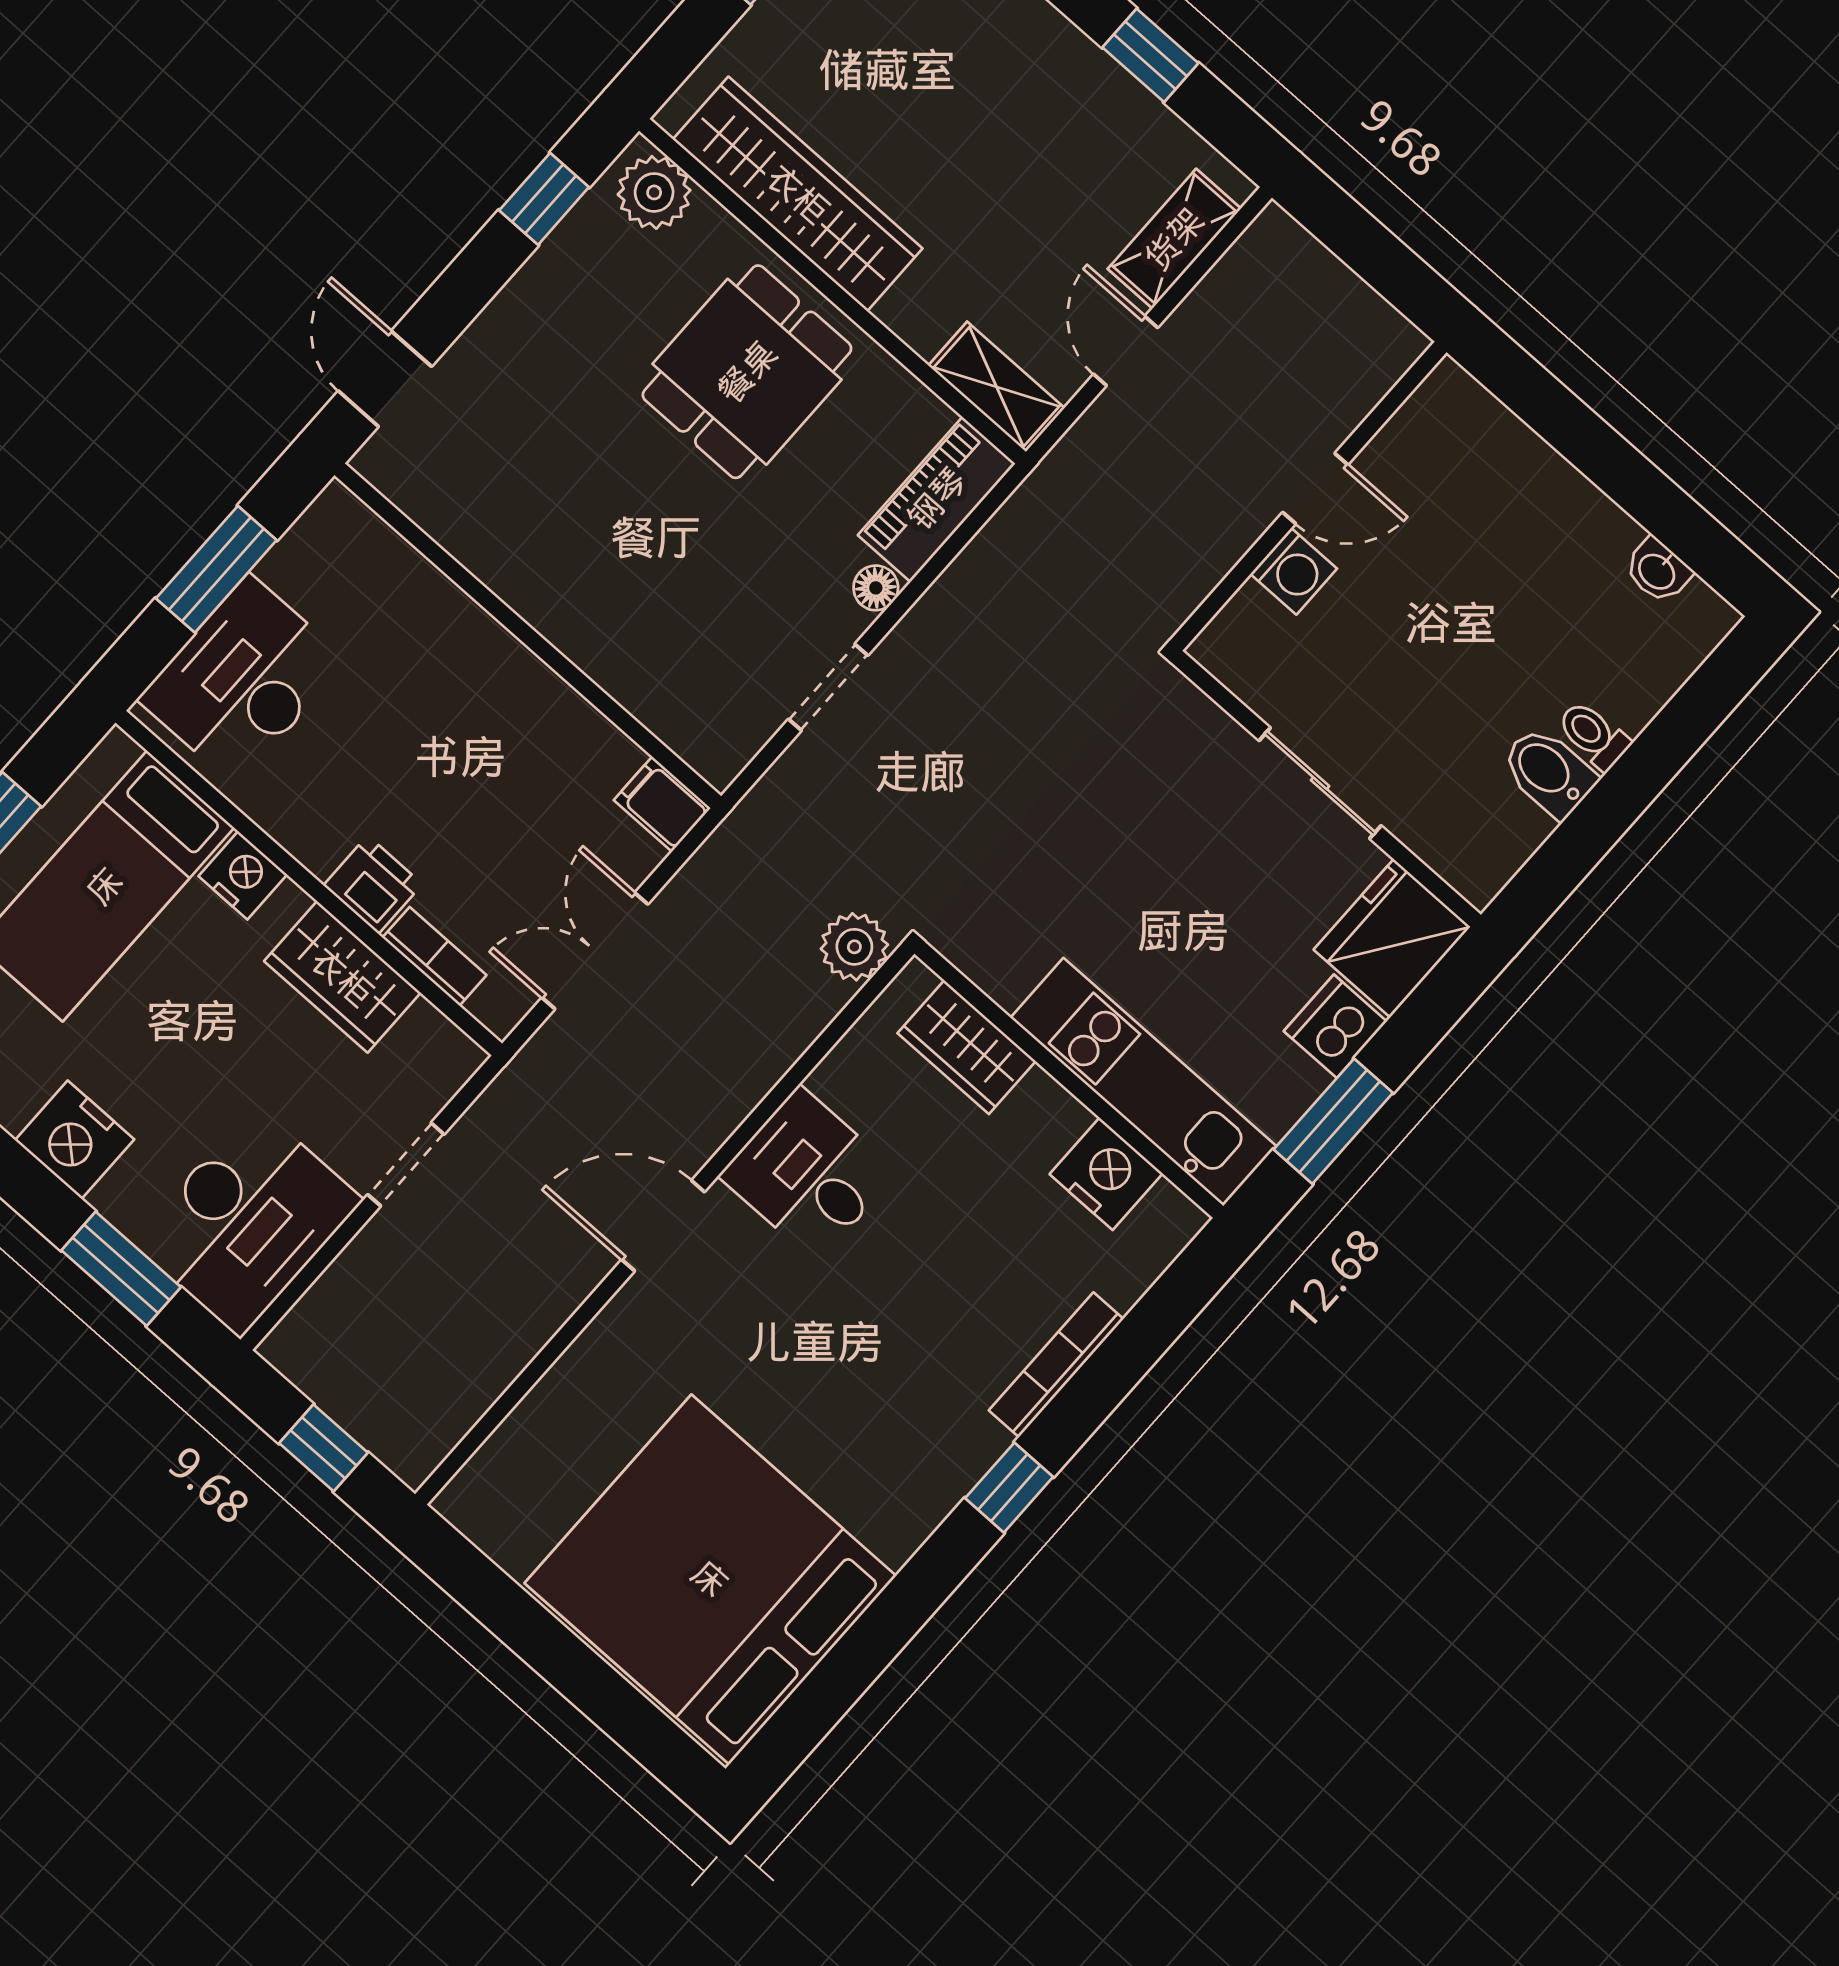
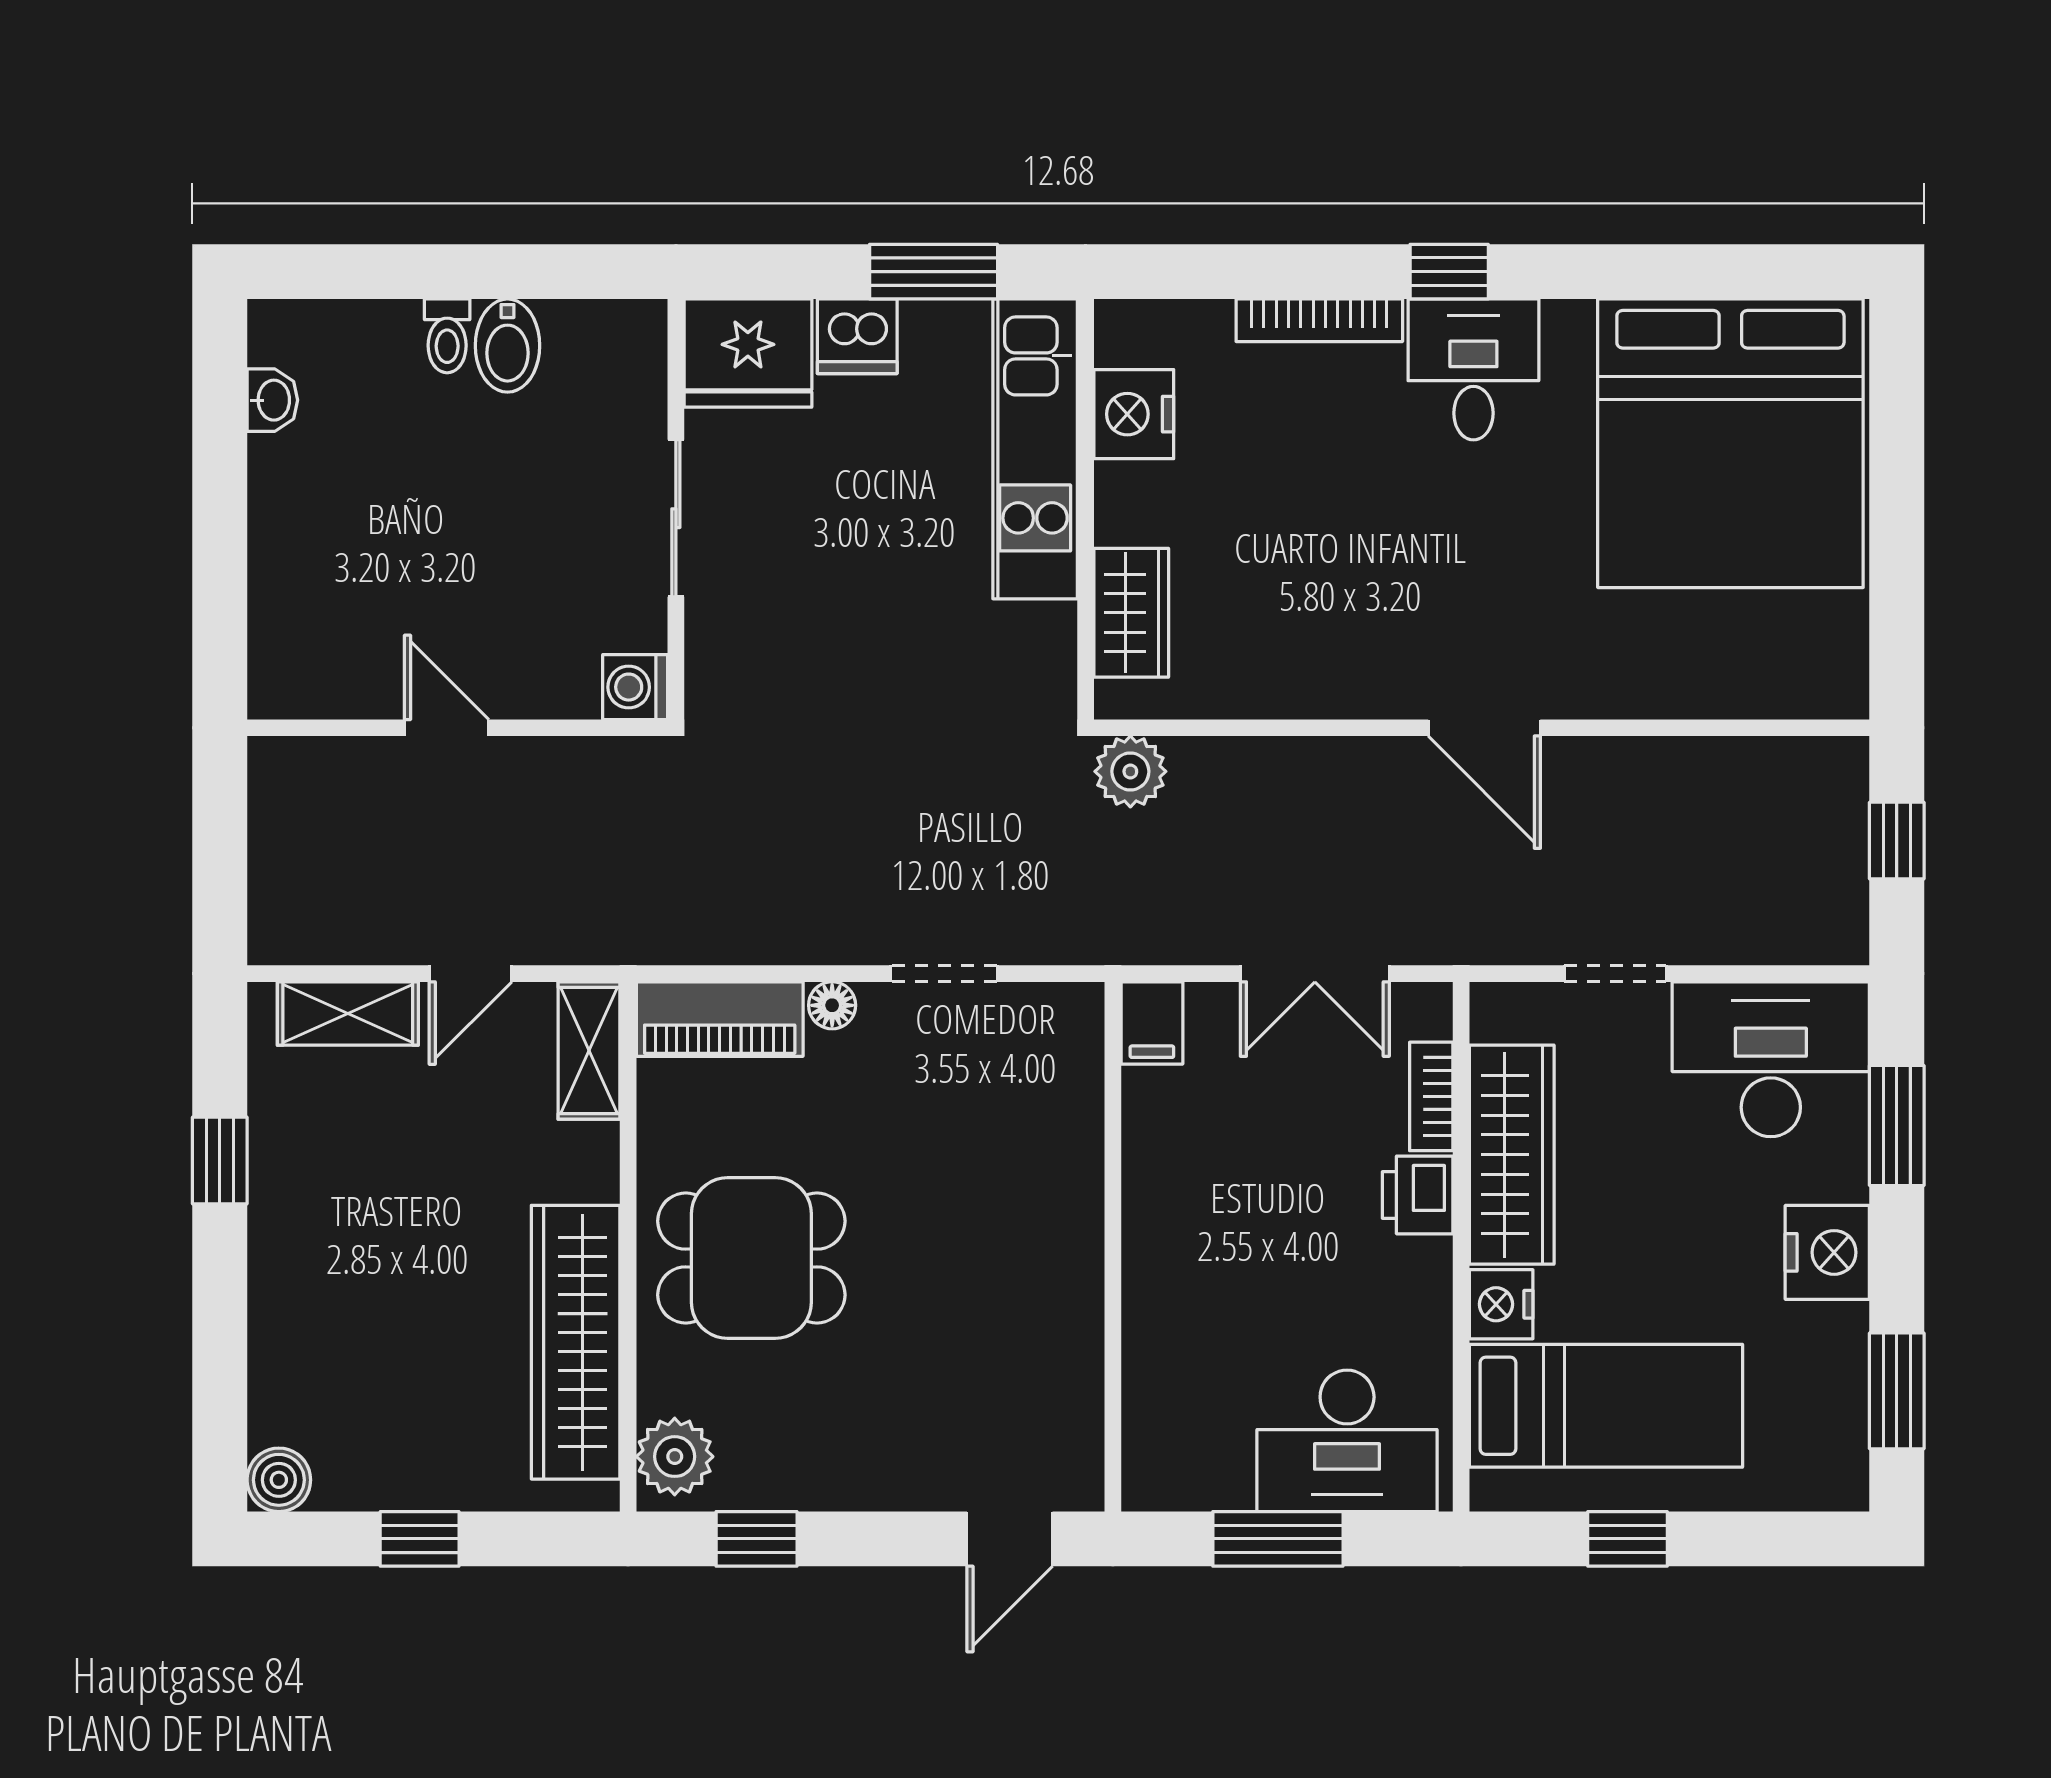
washing machine: (1294, 571) -> (635, 687), moved, turned -90
wardrobe: (342, 977) -> (1512, 1155), width x1.50
desk: (808, 1174) -> (1473, 369), moved, turned 180

